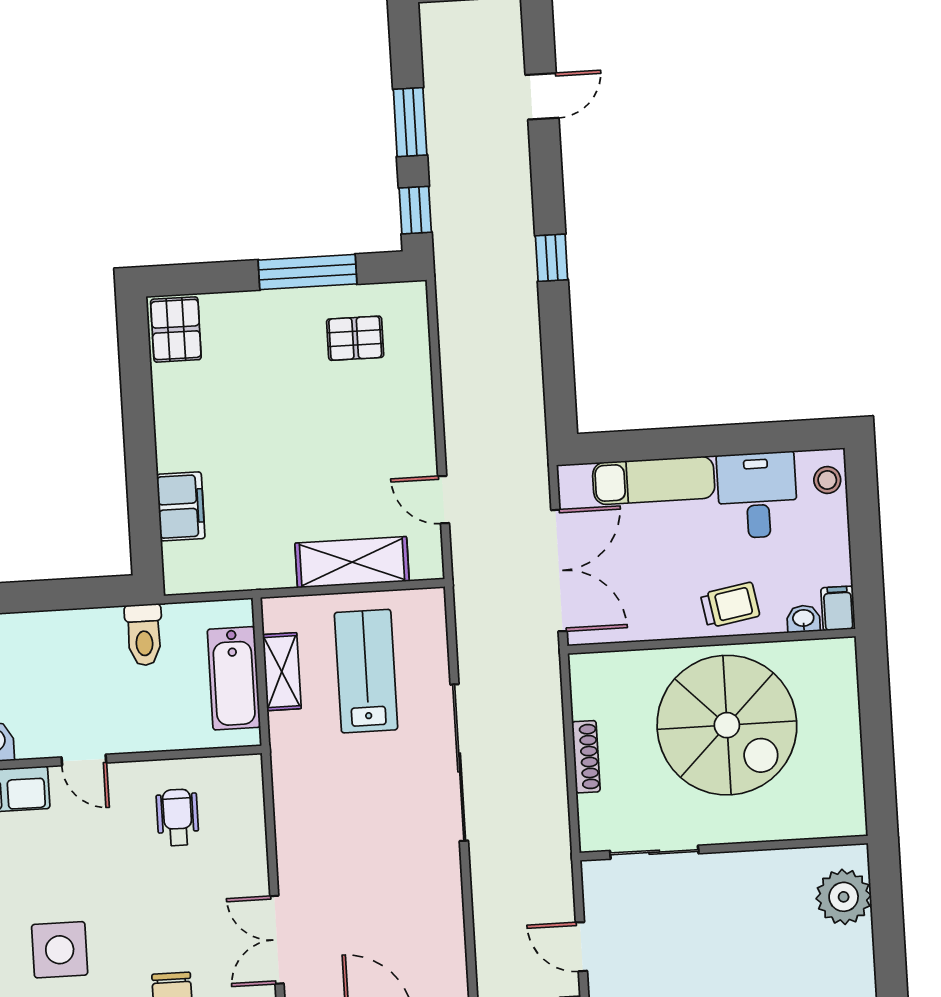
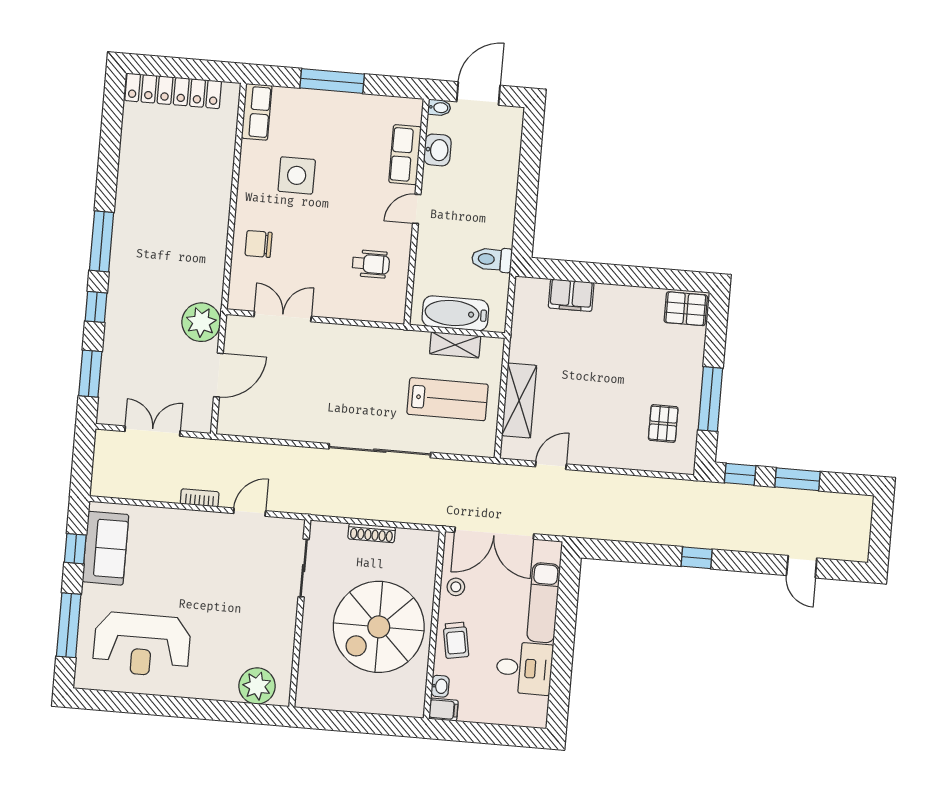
stool: (827, 480) -> (456, 587), moved

